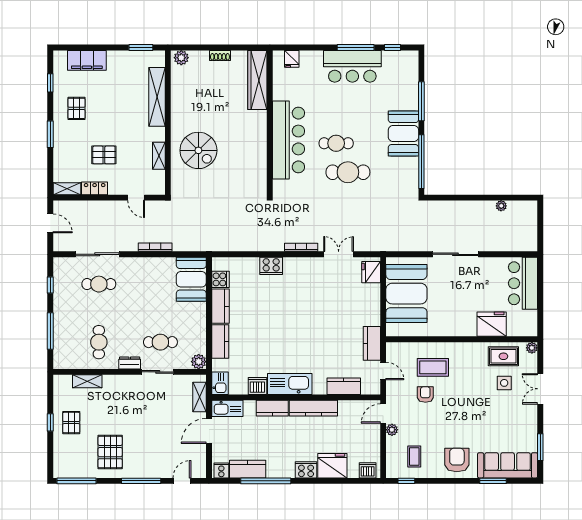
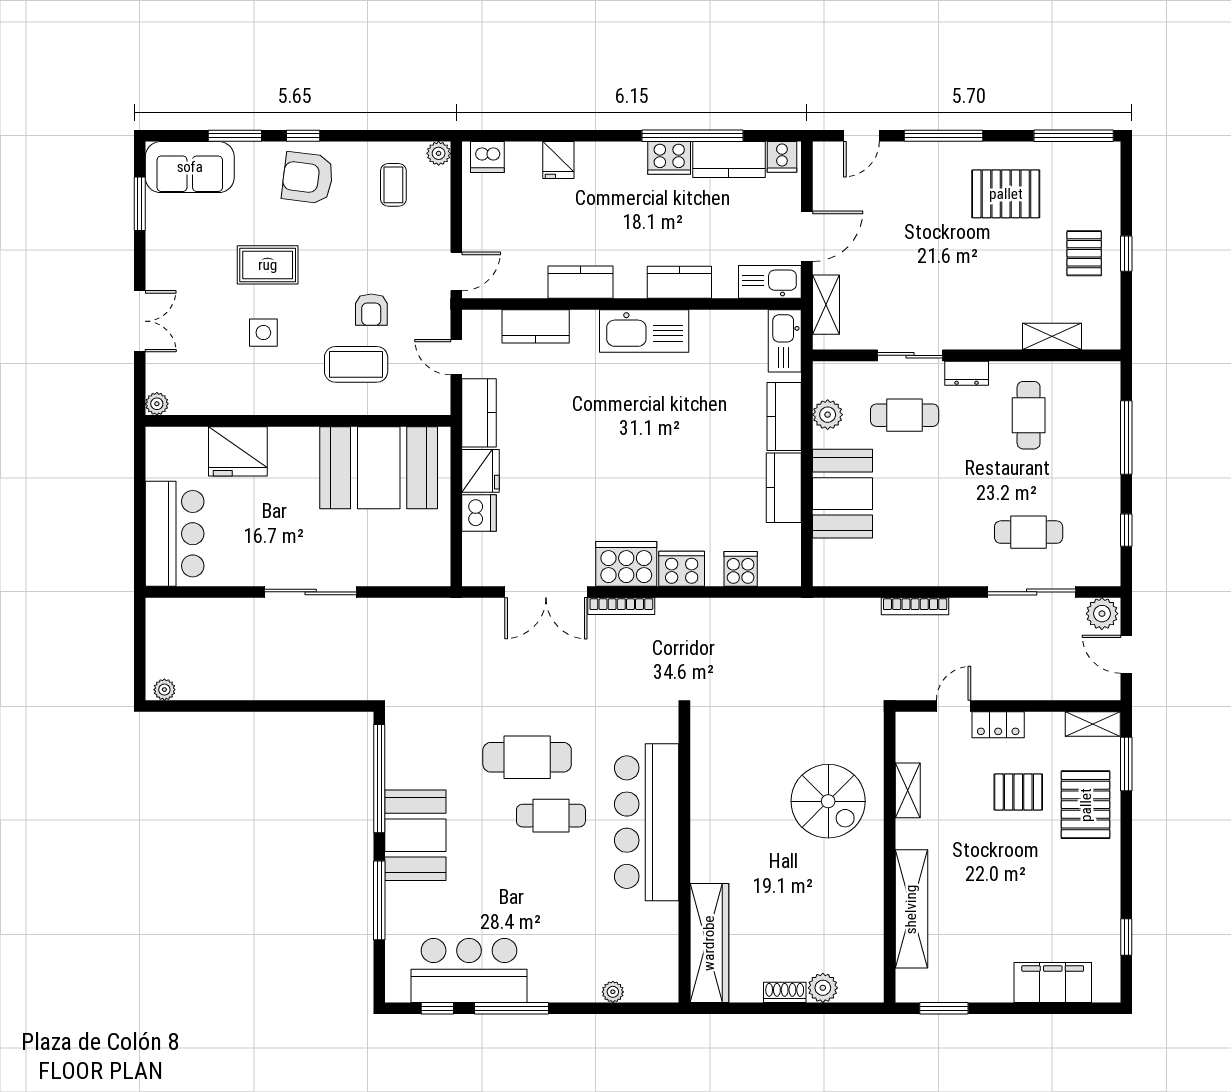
plant: (305, 56) -> (613, 992), added
plant: (181, 58) -> (823, 988), moved
fridge: (292, 59) -> (640, 985), removed
bar counter: (352, 66) -> (469, 970), moved
pallet: (76, 108) -> (1086, 805), moved, width x1.50, depth x1.42
window: (50, 134) -> (1126, 764), moved
spiral stairs: (198, 150) -> (828, 801), turned 180
locker: (95, 188) -> (998, 725), moved
door: (136, 198) -> (954, 706), hinge flipped
plant: (501, 206) -> (164, 690), moved
plant: (62, 244) -> (1102, 614), added
double door: (339, 254) -> (546, 592), width x1.37
cooker: (299, 268) -> (626, 564), added
fridge: (371, 272) -> (480, 471), moved
booth: (191, 279) -> (843, 494), moved
cooker: (220, 279) -> (741, 569), moved, turned 90
booth: (406, 294) -> (379, 468), moved, turned 90
rug: (503, 356) -> (268, 265), moved
plant: (199, 362) -> (828, 415), moved
kitchen sink: (220, 383) -> (785, 341), width x1.38
side table: (504, 383) -> (263, 333), moved
dishwasher: (257, 386) -> (479, 513), moved, turned -90
kitchen counter: (313, 408) -> (580, 282), width x0.67
plant: (392, 430) -> (439, 153), moved
pallet: (110, 452) -> (1006, 194), turned 90
armchair: (457, 460) -> (308, 178), turned 97
sofa: (508, 465) -> (190, 167), width x0.73
fridge: (332, 466) -> (558, 160), width x0.53, depth x0.75
cooker: (306, 470) -> (669, 158), moved
window: (406, 481) -> (303, 136), moved

